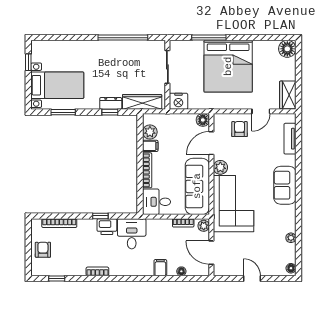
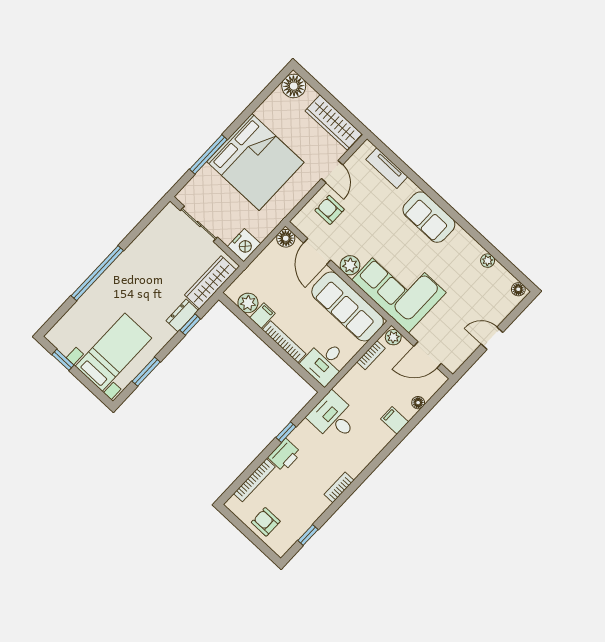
window: (123, 38) -> (97, 273), moved
wardrobe: (288, 95) -> (334, 122), width x1.50
printer: (107, 227) -> (285, 455), moved

